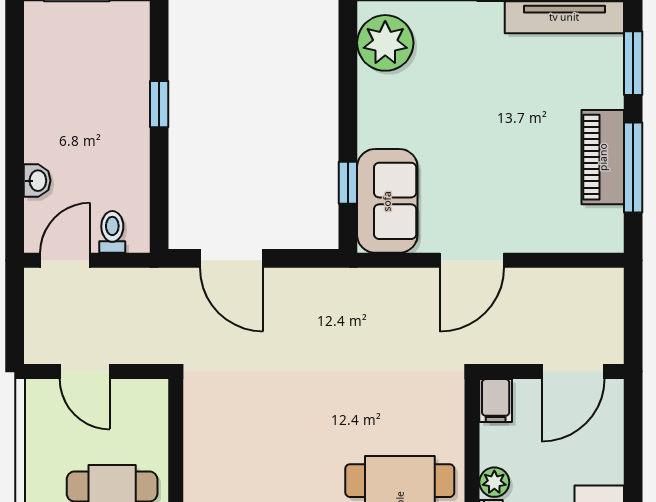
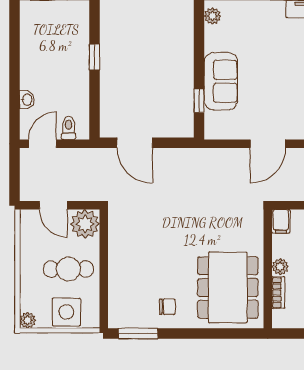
plant: (385, 43) -> (212, 16), width x0.53, depth x0.53
sofa: (387, 201) -> (221, 81), moved
plant: (142, 405) -> (85, 224), added

